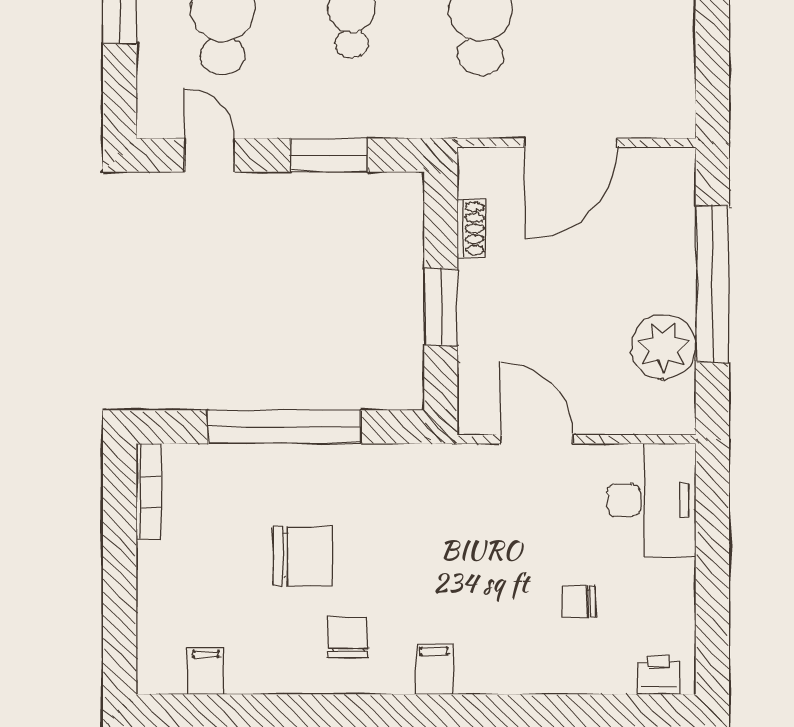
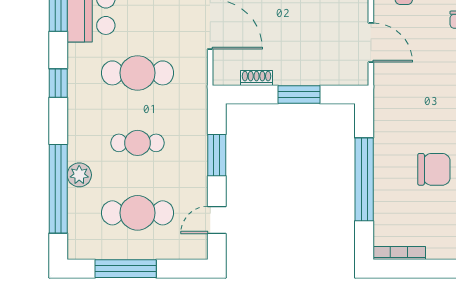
door: (537, 439) -> (371, 43), swing flipped
chair: (303, 556) -> (434, 169), turned 90

